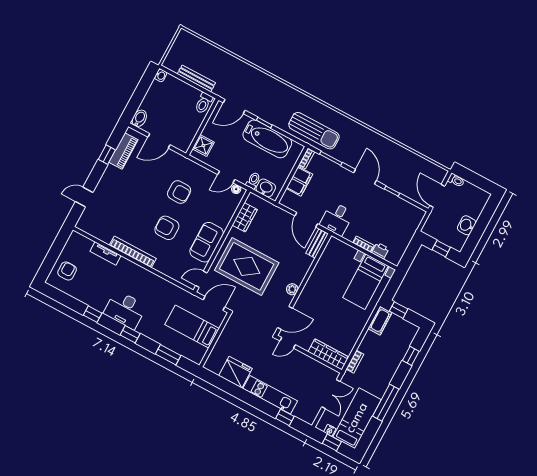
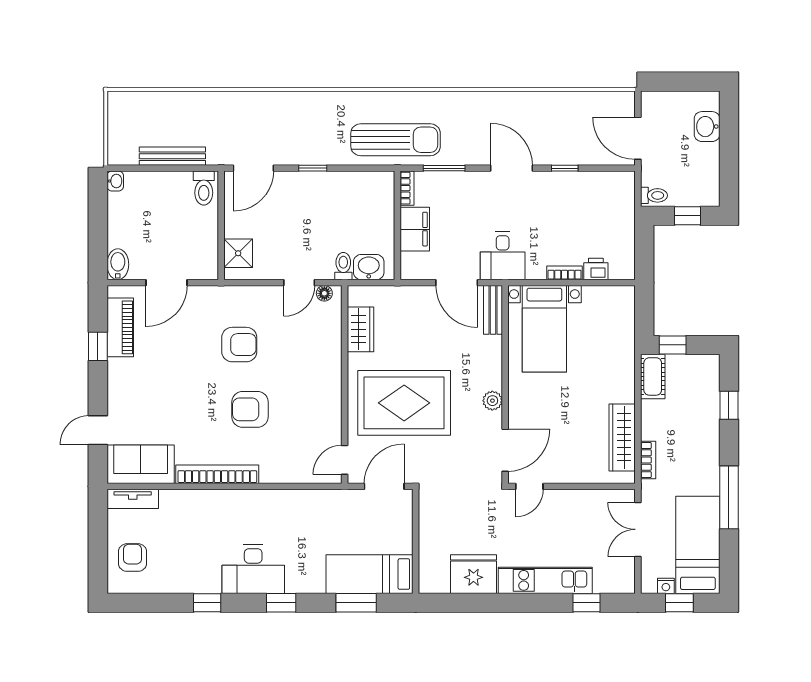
bathtub: (267, 139) -> (331, 191), removed
toilet: (456, 180) -> (654, 195), moved
washbasin: (467, 225) -> (707, 127), moved
sofa: (207, 242) -> (141, 464), moved, turned 90
tv unit: (106, 253) -> (133, 499), moved
bed with nightstands: (365, 282) -> (544, 329), moved
bed: (192, 327) -> (370, 574), moved
wardrobe: (328, 354) -> (622, 437), moved, turned -90
double door: (331, 394) -> (638, 529), swing flipped

